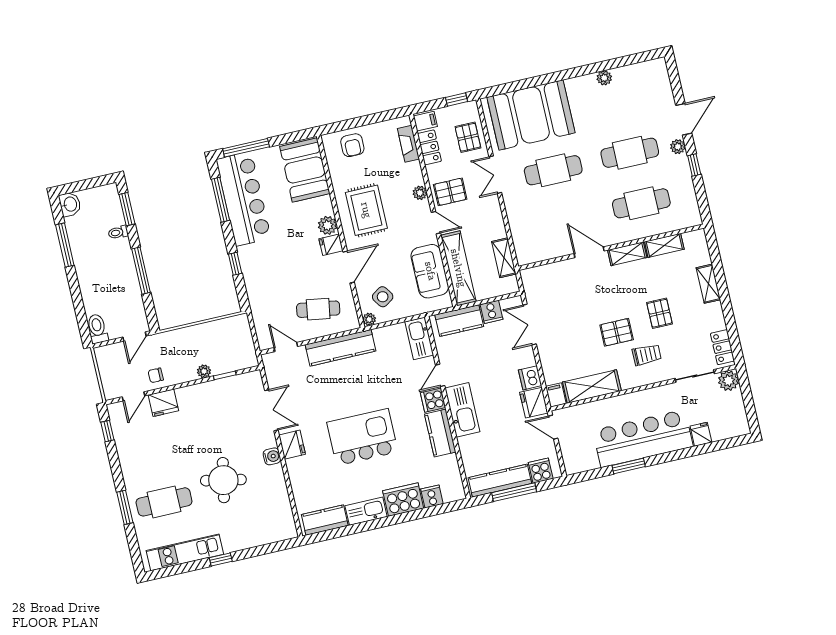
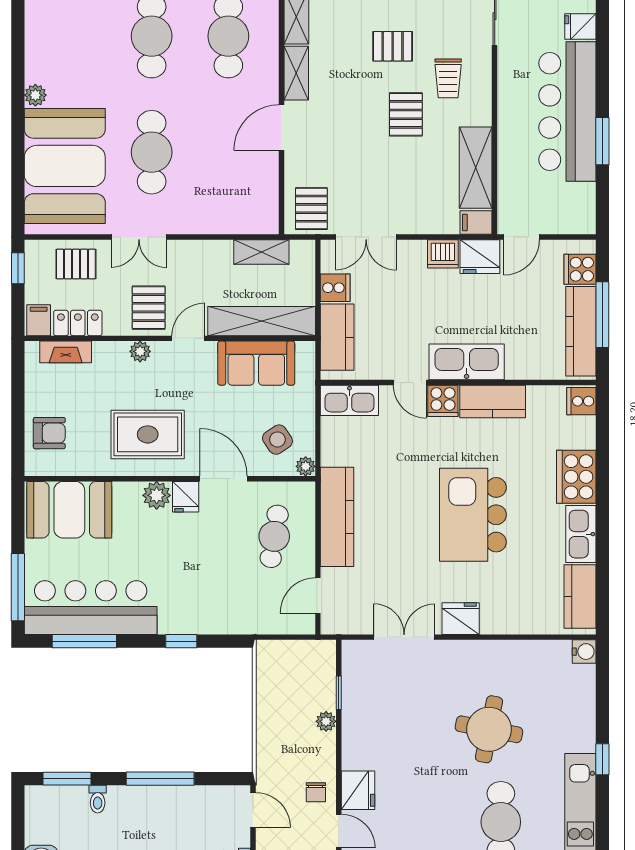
plant: (604, 78) -> (35, 95), moved
pallet: (540, 284) -> (311, 209), added
trolley: (647, 355) -> (448, 78), turned 180
water cooler: (272, 456) -> (584, 652), moved, turned 90
cooker: (432, 496) -> (581, 401), moved

